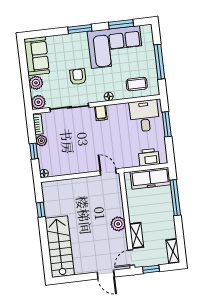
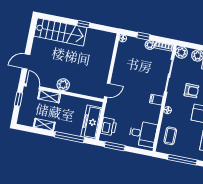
window: (167, 124) -> (115, 146), moved
window: (41, 210) -> (83, 24), moved
shelving: (173, 251) -> (44, 125), moved

